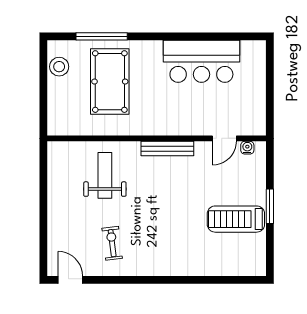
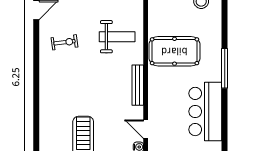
window: (102, 36) -> (225, 68), moved
pool table: (110, 82) -> (174, 51), moved

